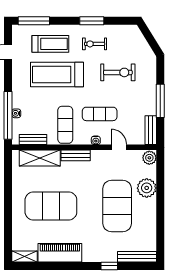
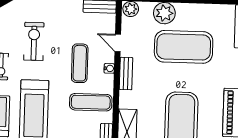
door: (119, 147) -> (118, 43), hinge flipped
bench: (76, 155) -> (126, 74), moved

